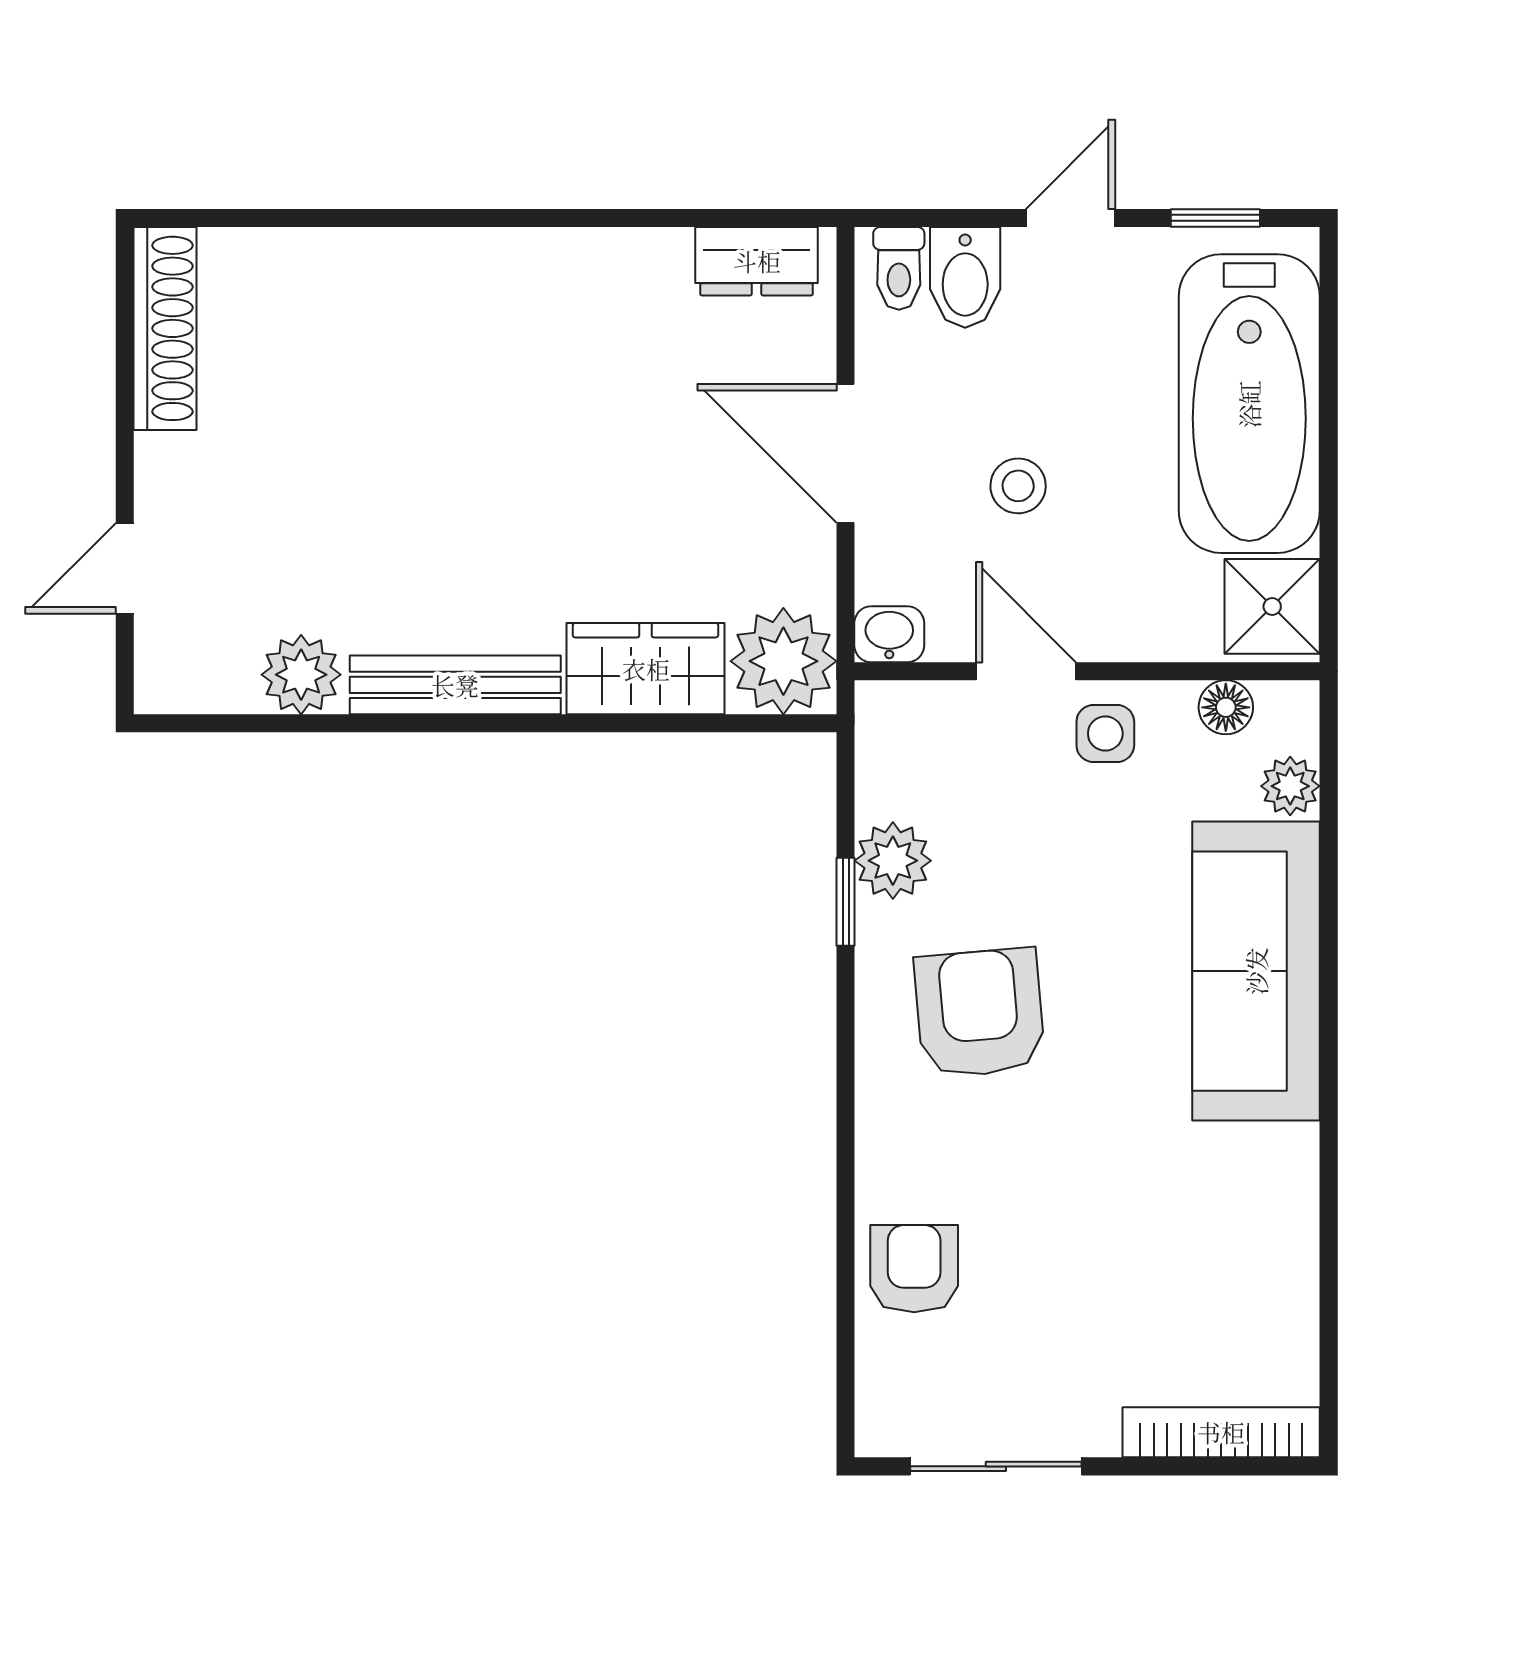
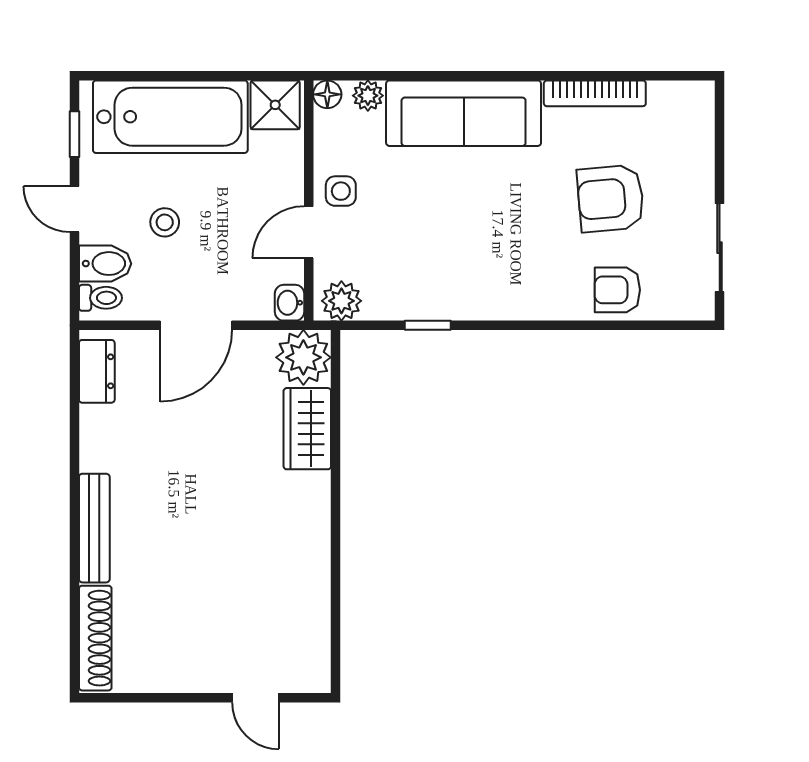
shoe rack: (165, 328) -> (95, 638), moved, turned 90
stool: (1018, 486) -> (165, 222), moved
plant: (301, 675) -> (310, 607), removed
bench: (455, 685) -> (94, 528), moved
floor lamp: (1226, 707) -> (327, 94), moved
plant: (893, 861) -> (341, 301), moved
armchair: (980, 1013) -> (611, 198), moved
bookcase: (1221, 1432) -> (595, 93), moved, turned -90

